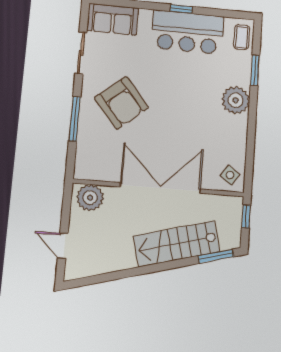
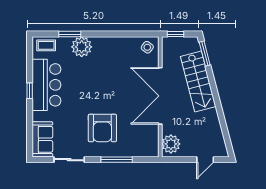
plant: (236, 100) -> (82, 47), moved
armchair: (121, 103) -> (102, 128), turned 130

